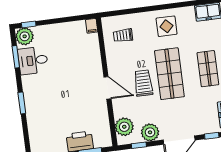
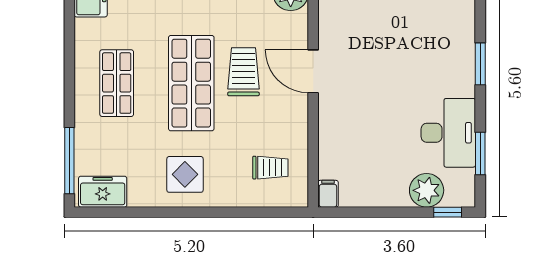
plant: (25, 36) -> (427, 190), moved
desk: (33, 60) -> (448, 133), width x1.37
trolley: (143, 83) -> (243, 72), turned 180

